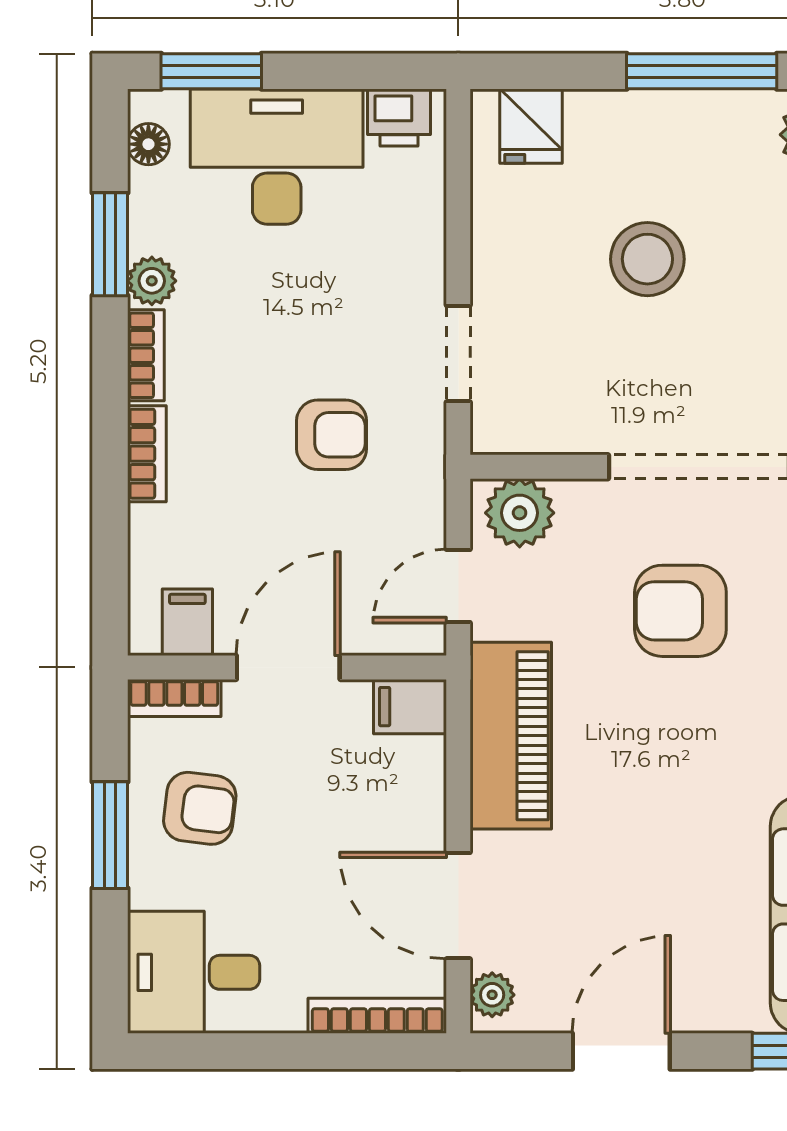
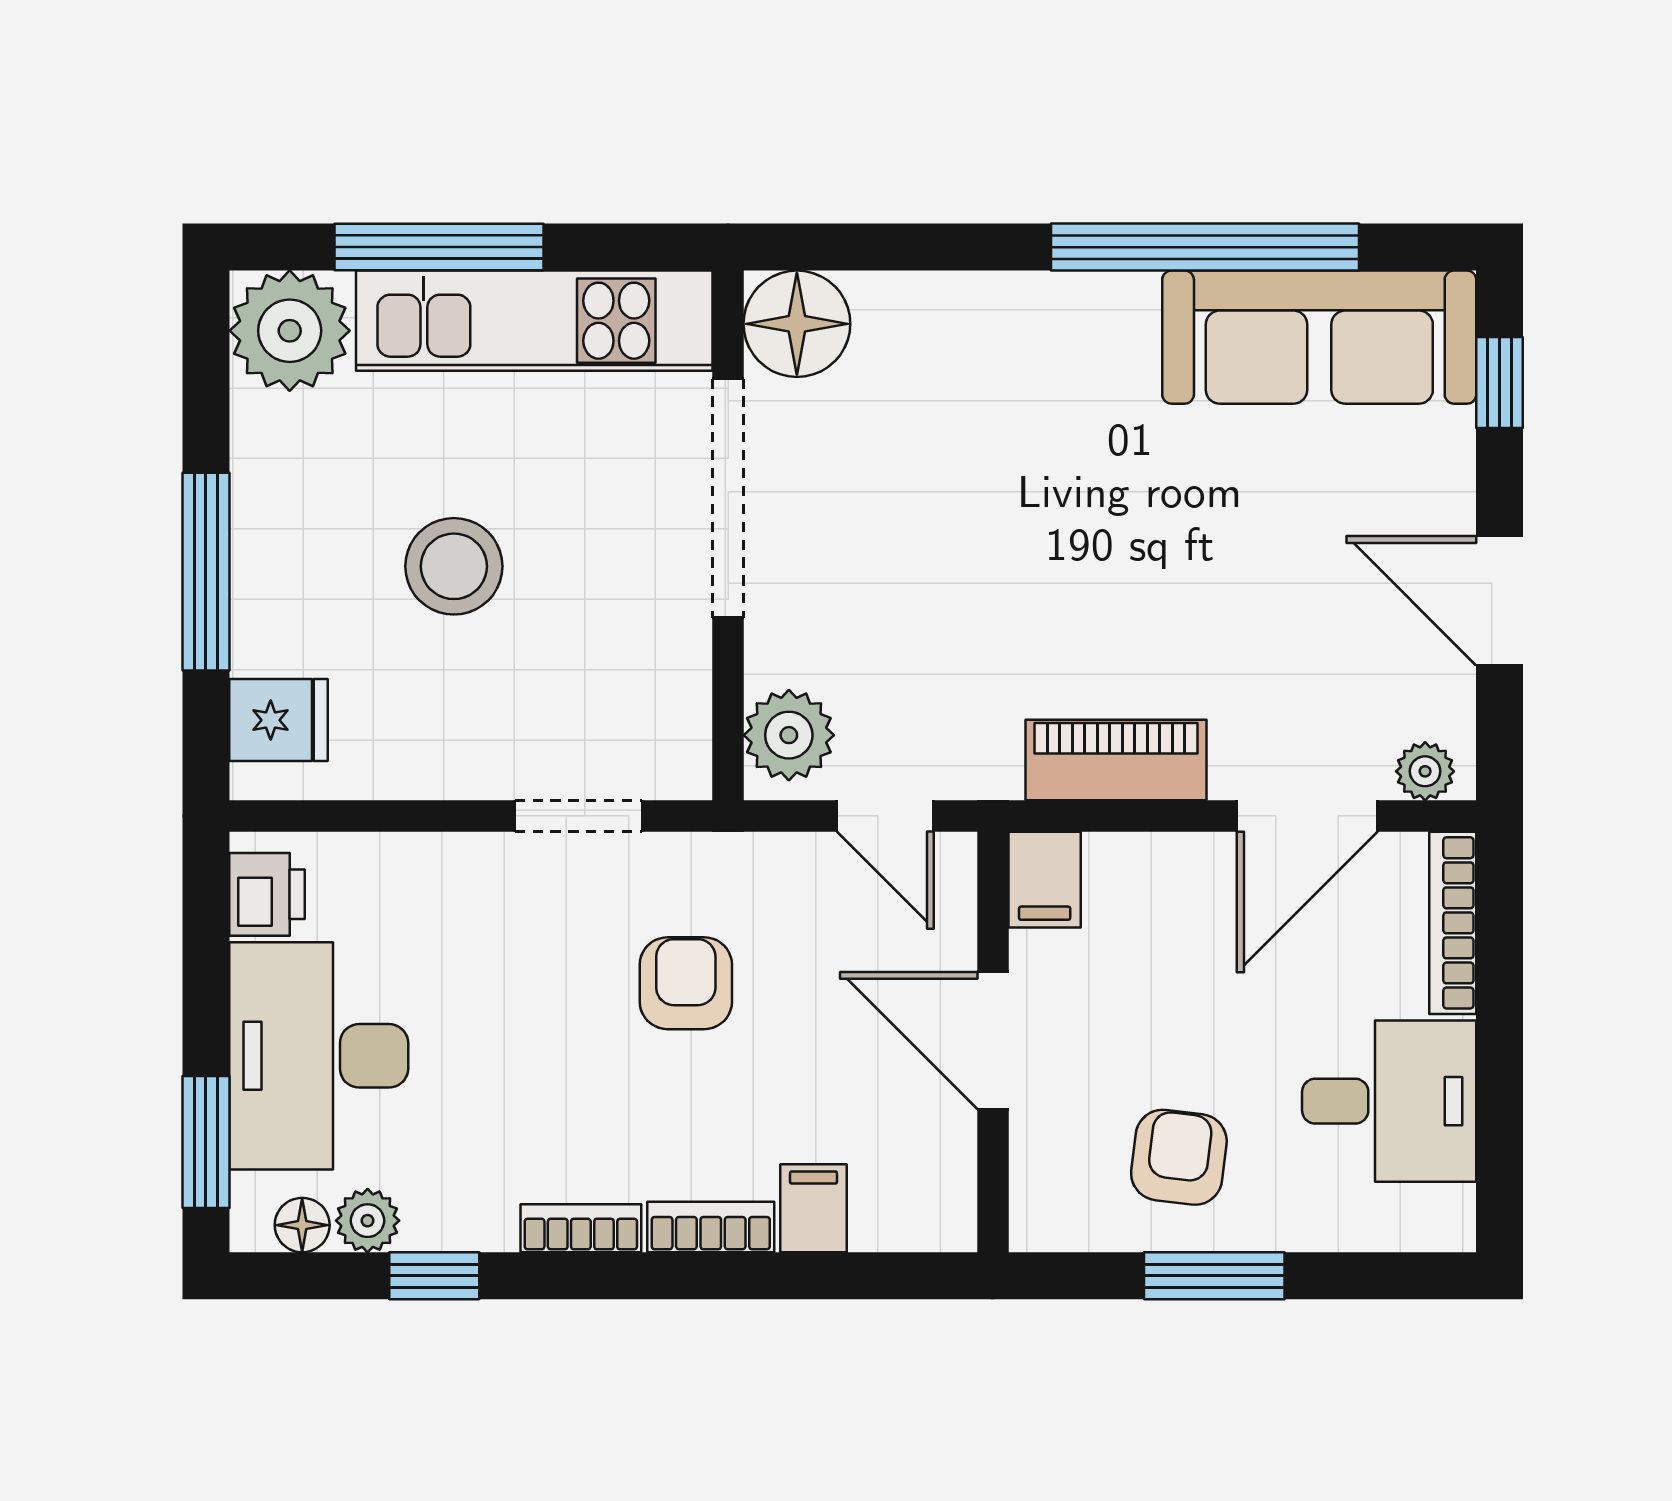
window: (702, 71) -> (206, 572), moved
window: (110, 244) -> (434, 1276), width x0.67
plant: (152, 281) -> (368, 1221), moved
armchair: (680, 611) -> (918, 523), removed
filing cabinet: (187, 622) -> (814, 1208), moved, turned 90
bookcase: (174, 698) -> (1033, 1191), removed
piano: (511, 736) -> (1116, 760), width x0.73, depth x0.75
desk: (194, 972) -> (1389, 1101), moved, turned -90

